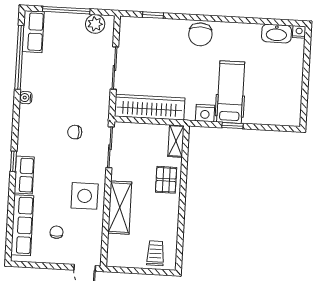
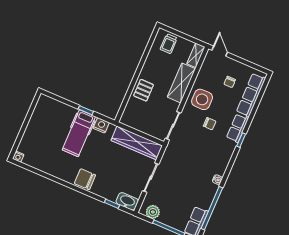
chair: (200, 34) -> (85, 179), turned -90
washbasin: (276, 34) -> (127, 201), moved
chair: (75, 132) -> (210, 124), moved
shelving: (176, 141) -> (196, 55), moved

